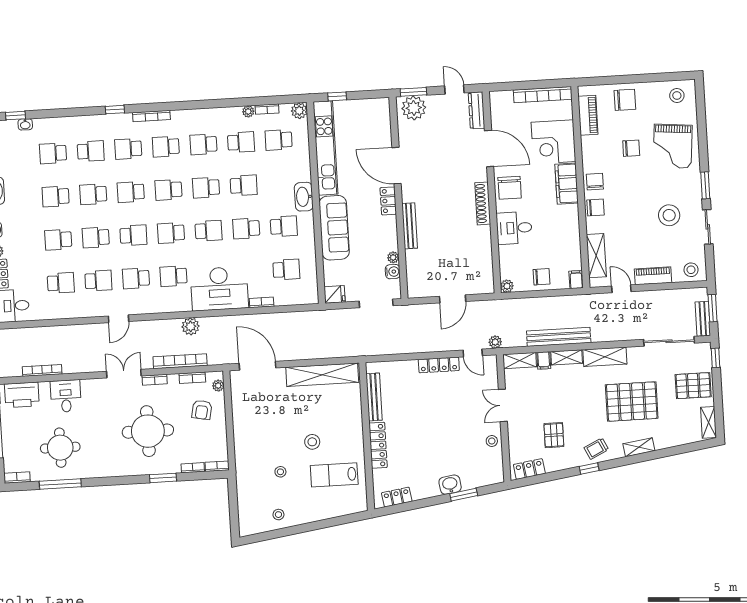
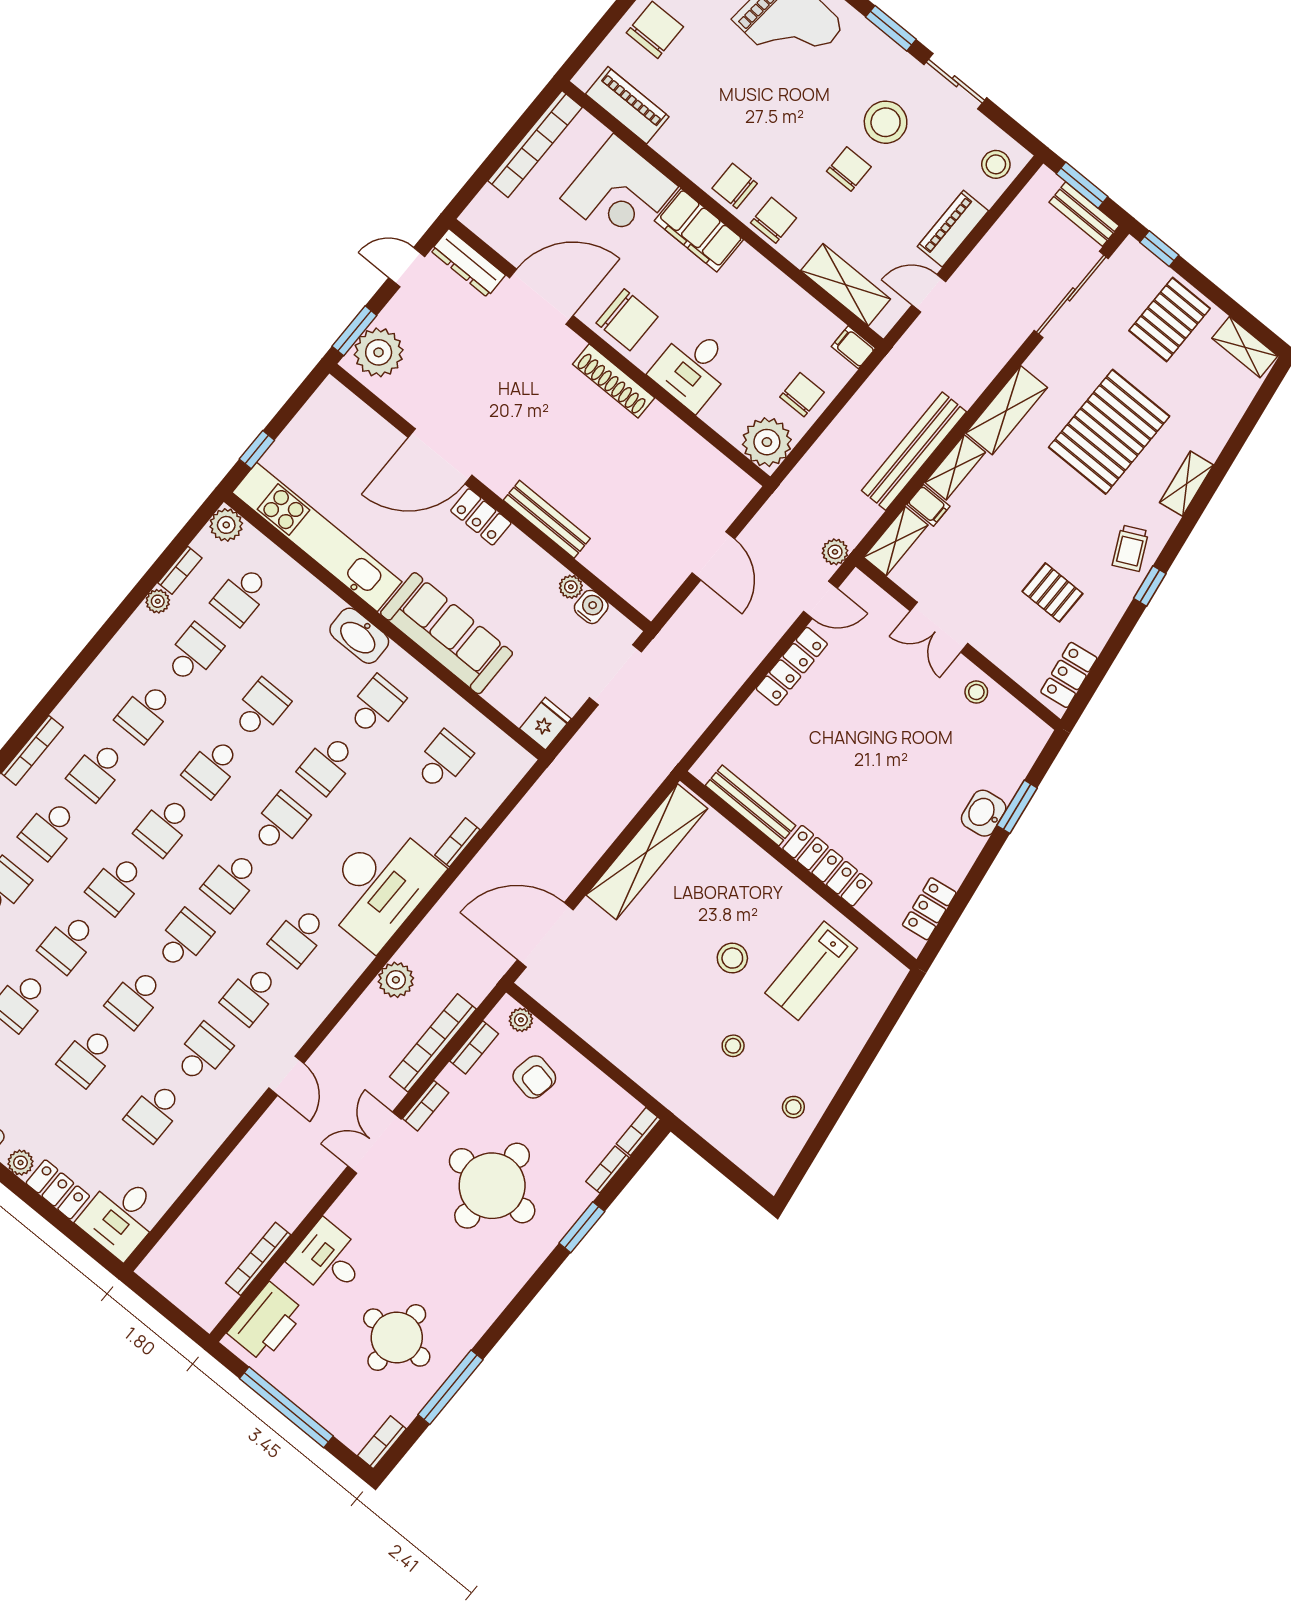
chair: (631, 148) -> (849, 169), moved
school desk: (61, 283) -> (154, 1112), turned 180
plant: (507, 286) -> (767, 442), width x1.88, depth x1.88

